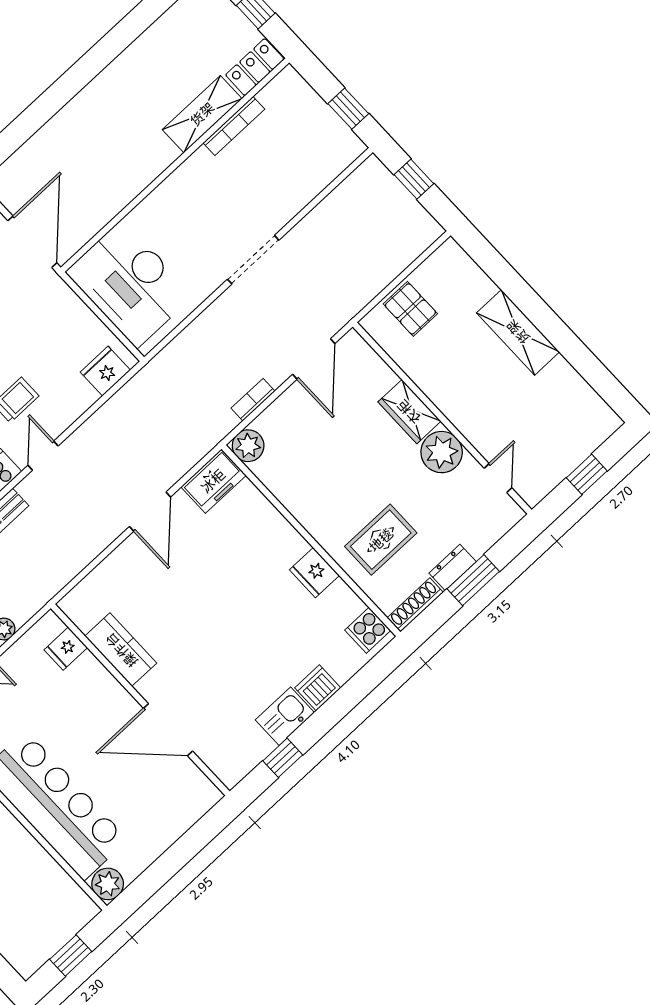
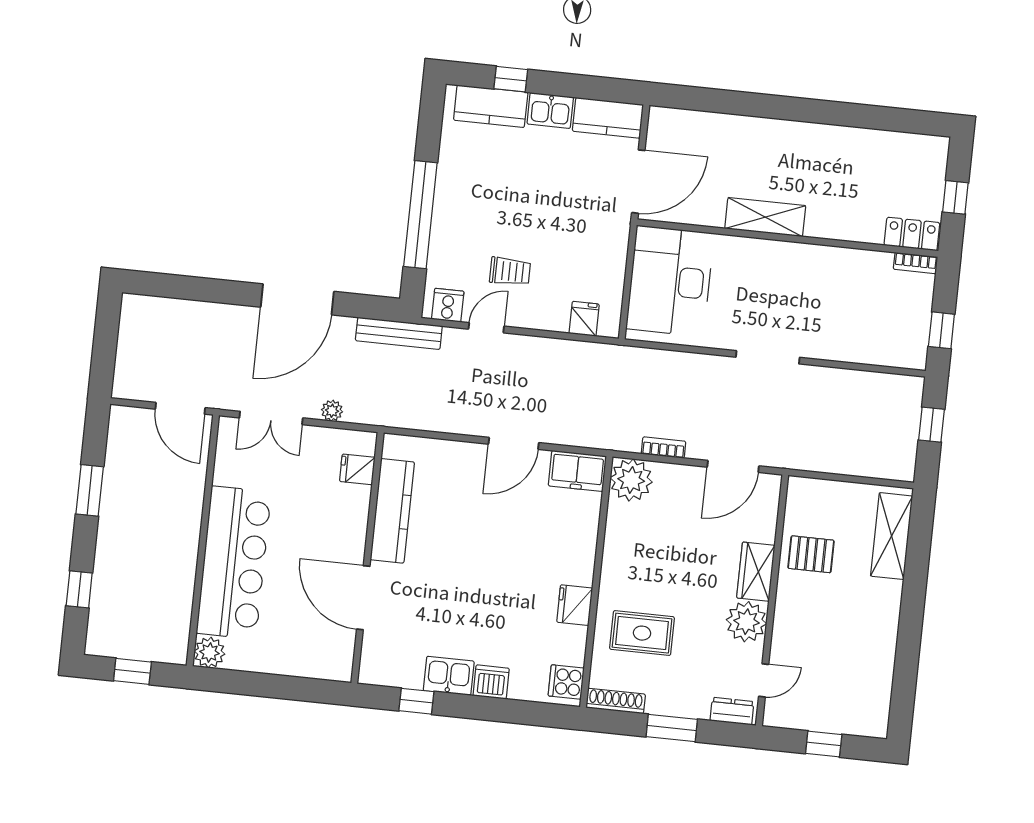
shelving: (202, 114) -> (765, 217), moved
bookcase: (234, 126) -> (916, 263), moved, width x0.64
pallet: (410, 309) -> (811, 554), moved, turned 90
shelving: (518, 332) -> (892, 536), moved
fridge: (105, 371) -> (584, 319), width x0.72
plant: (248, 446) -> (631, 480), width x1.36, depth x1.36
dresser: (453, 567) -> (732, 711), moved
kitchen counter: (121, 650) -> (392, 511), width x1.50

